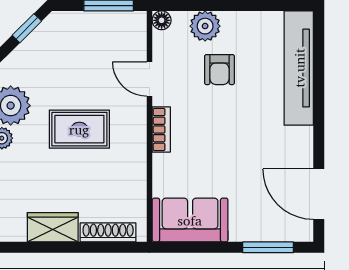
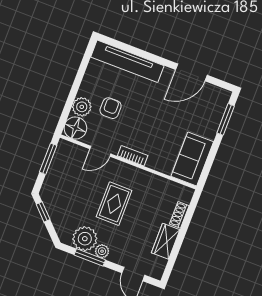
floor lamp: (162, 20) -> (75, 128), width x1.89, depth x1.89
armchair: (219, 70) -> (111, 108), turned -90
door: (319, 194) -> (191, 72), moved
shoe rack: (108, 232) -> (179, 215), width x0.70

